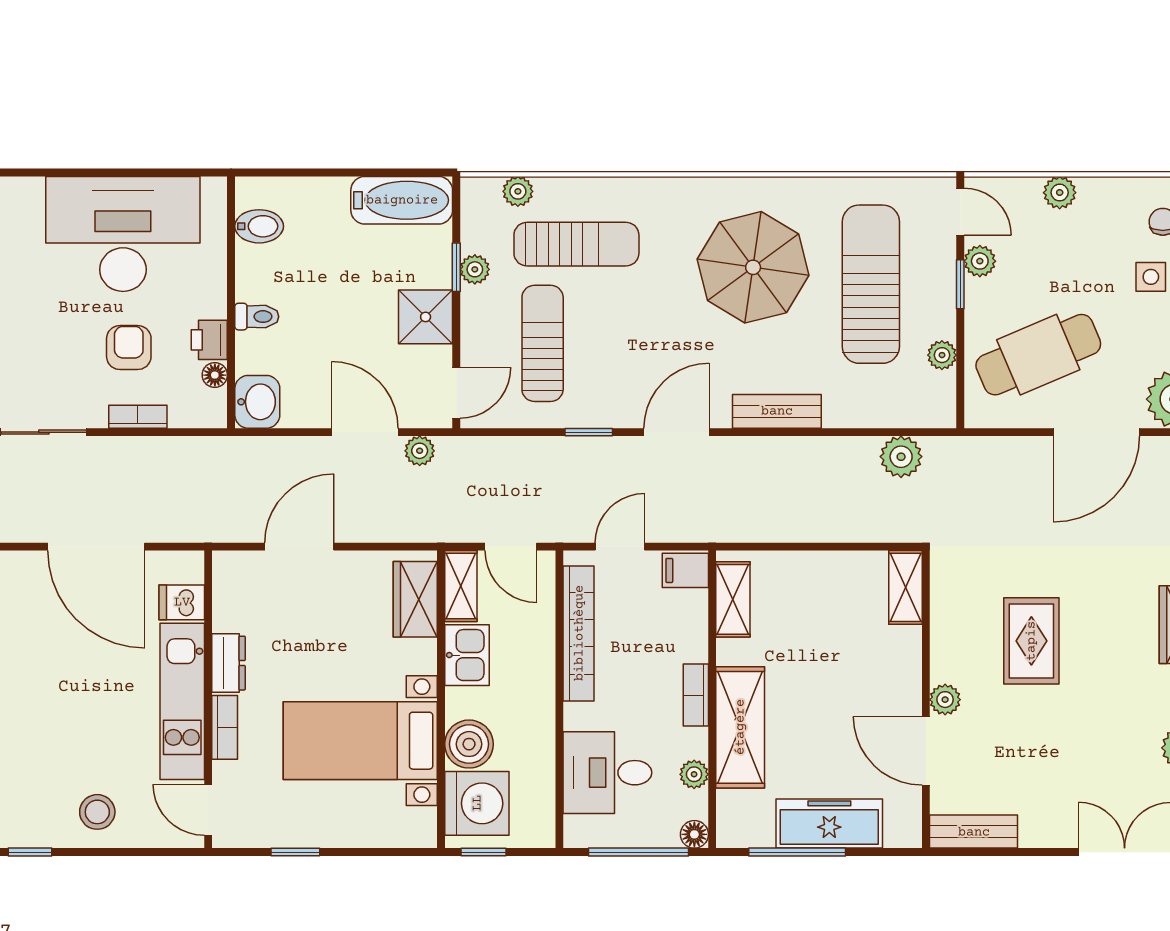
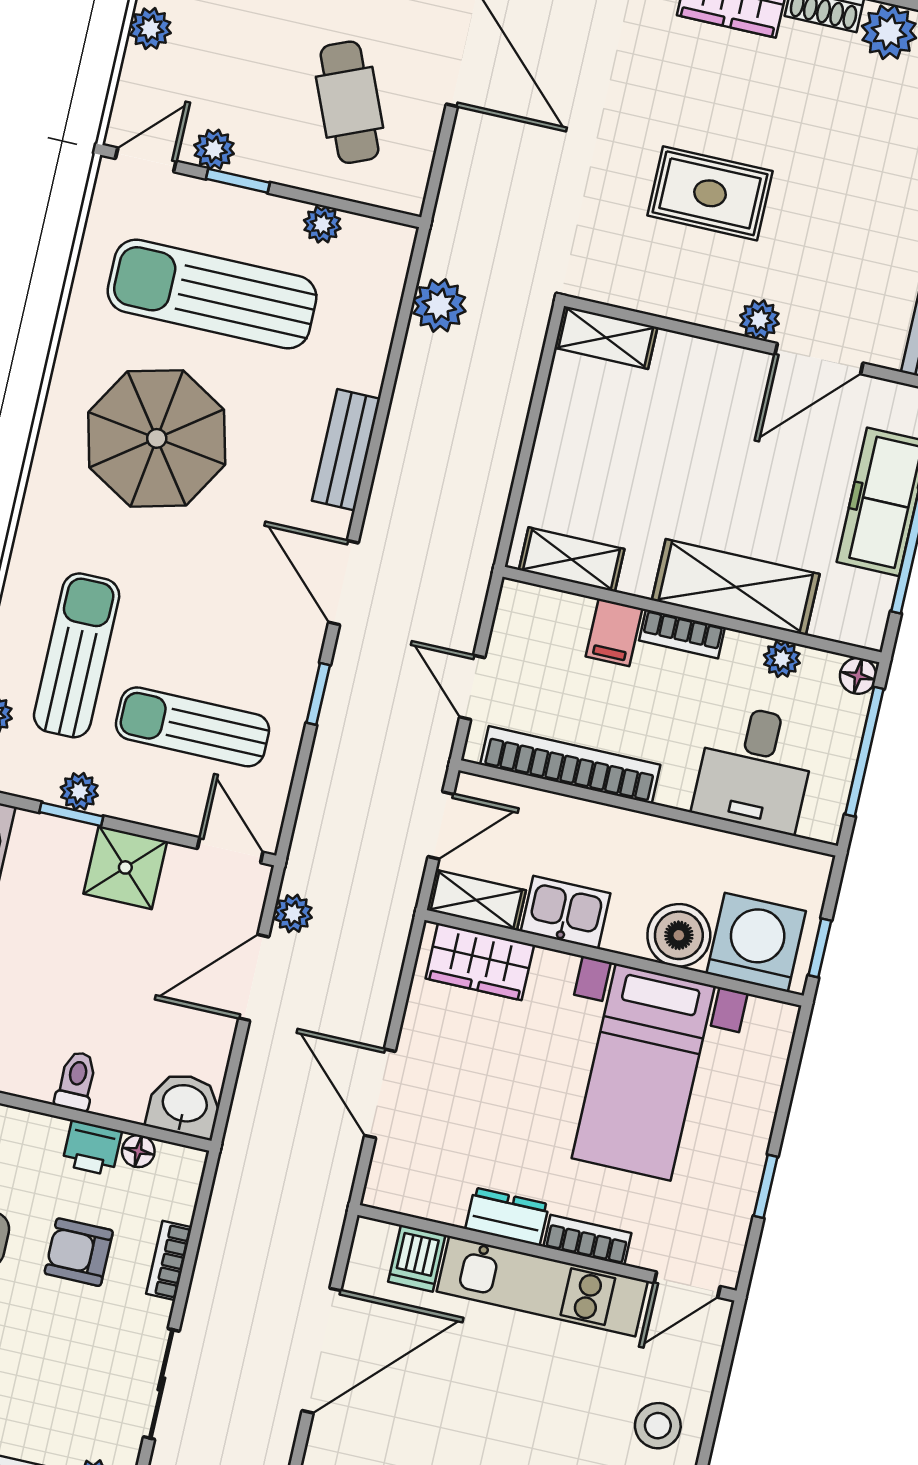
cafe table: (1038, 355) -> (349, 102), width x0.73, depth x0.74
filing cabinet: (685, 570) -> (614, 632), moved

